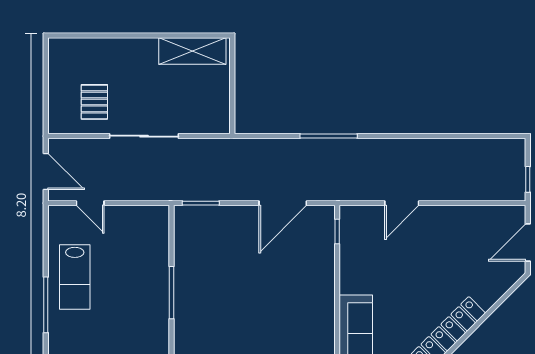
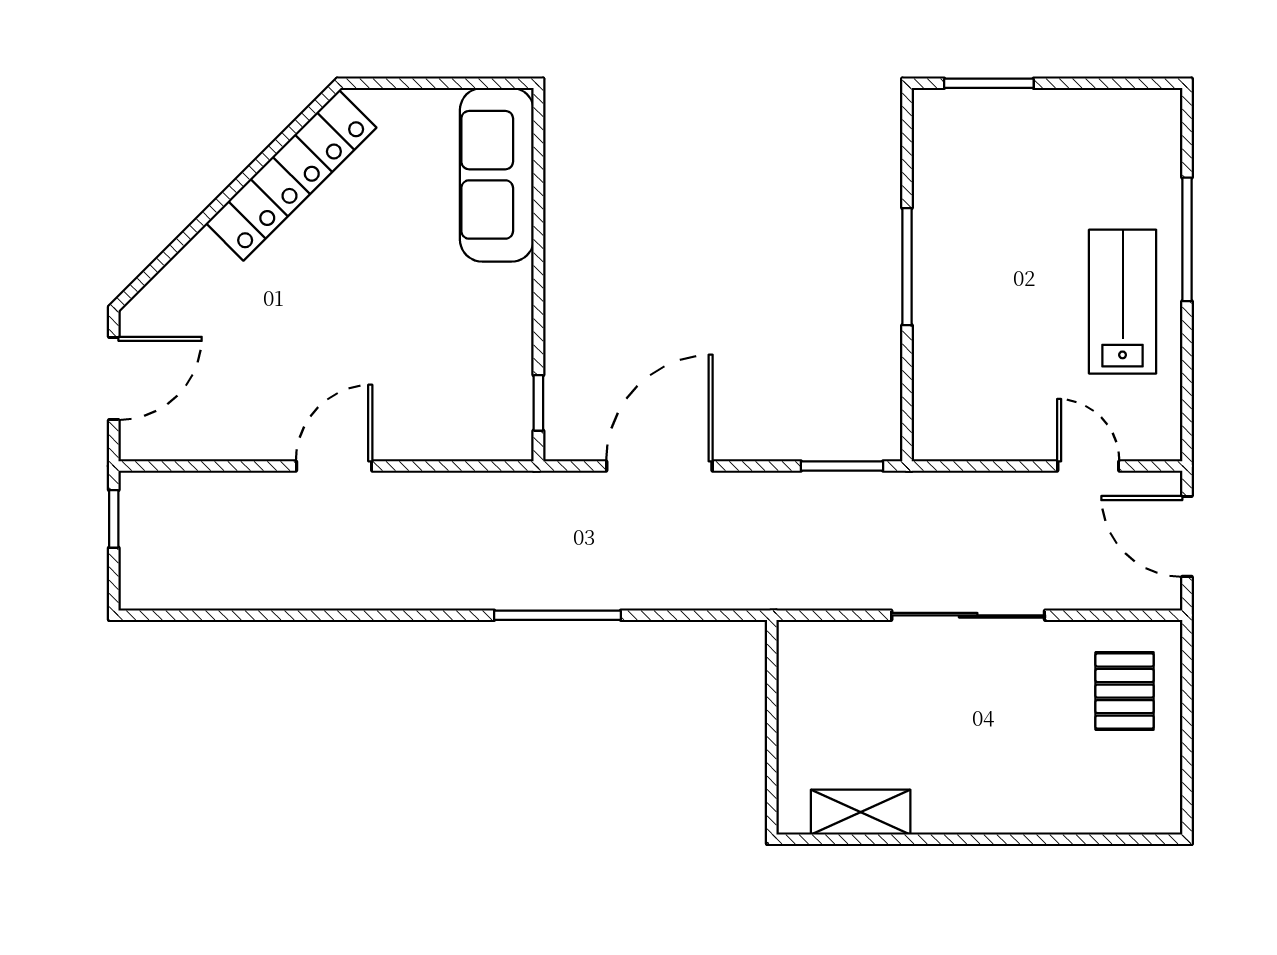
shelving: (192, 51) -> (861, 812), width x0.67, depth x0.75
pallet: (94, 102) -> (1125, 691), moved
door: (402, 203) -> (334, 466), moved

